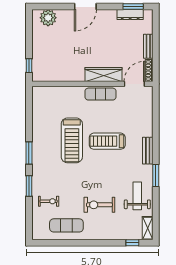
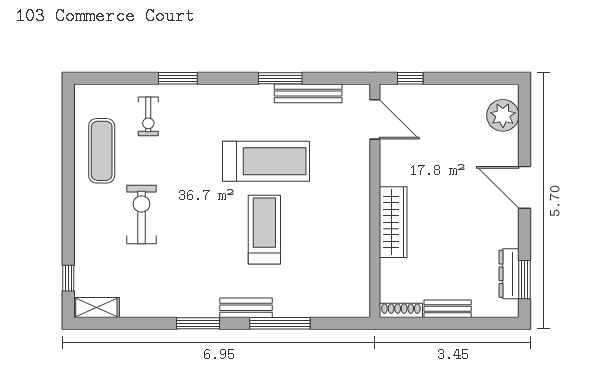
door: (134, 84) -> (375, 119), moved
exercise mat: (101, 94) -> (355, 217), removed
bench: (37, 119) -> (308, 93), added
window: (156, 133) -> (280, 323), added
treadmill: (72, 140) -> (266, 161), turned 180
window: (29, 153) -> (280, 78), moved
weight bench: (137, 196) -> (159, 288), removed

